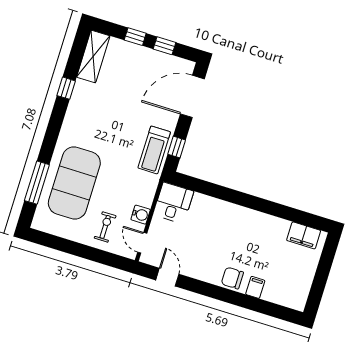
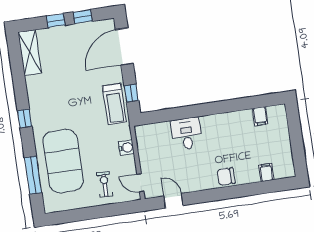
window: (66, 88) -> (25, 118), moved
desk: (173, 203) -> (187, 134), moved
water cooler: (141, 215) -> (126, 148), moved
filing cabinet: (304, 235) -> (260, 116), width x0.50
filing cabinet: (255, 287) -> (266, 172), moved

